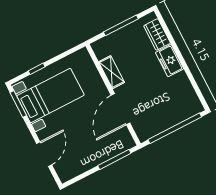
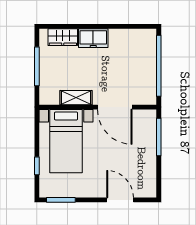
bed with nightstands: (50, 95) -> (66, 141), moved, turned 180

